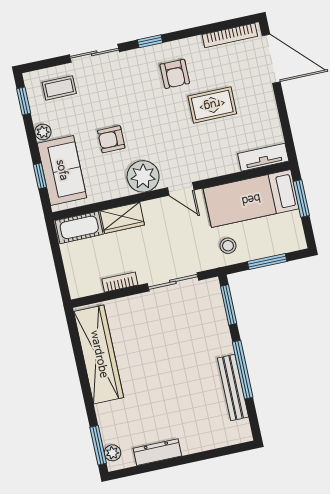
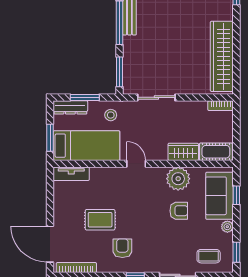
plant: (143, 176) -> (178, 179), moved
dresser: (283, 244) -> (70, 107), added
bookcase: (120, 282) -> (221, 106), moved

